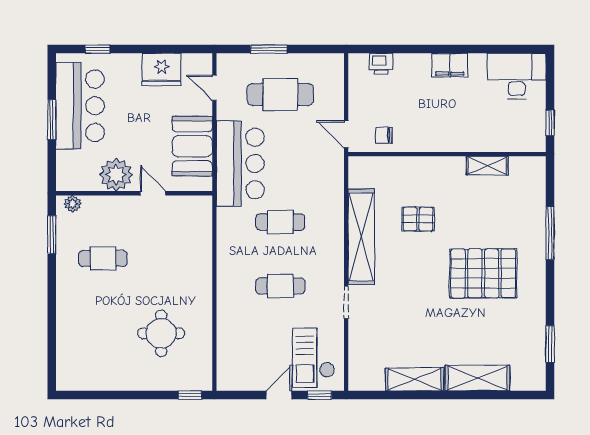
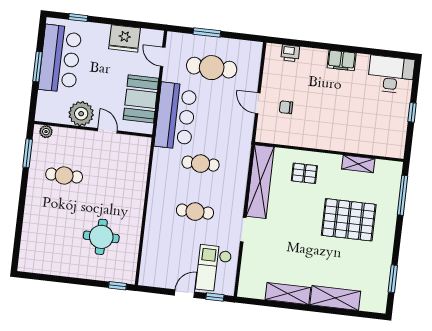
wall: (447, 154) -> (329, 152), moved
shelving: (487, 166) -> (358, 164), moved

